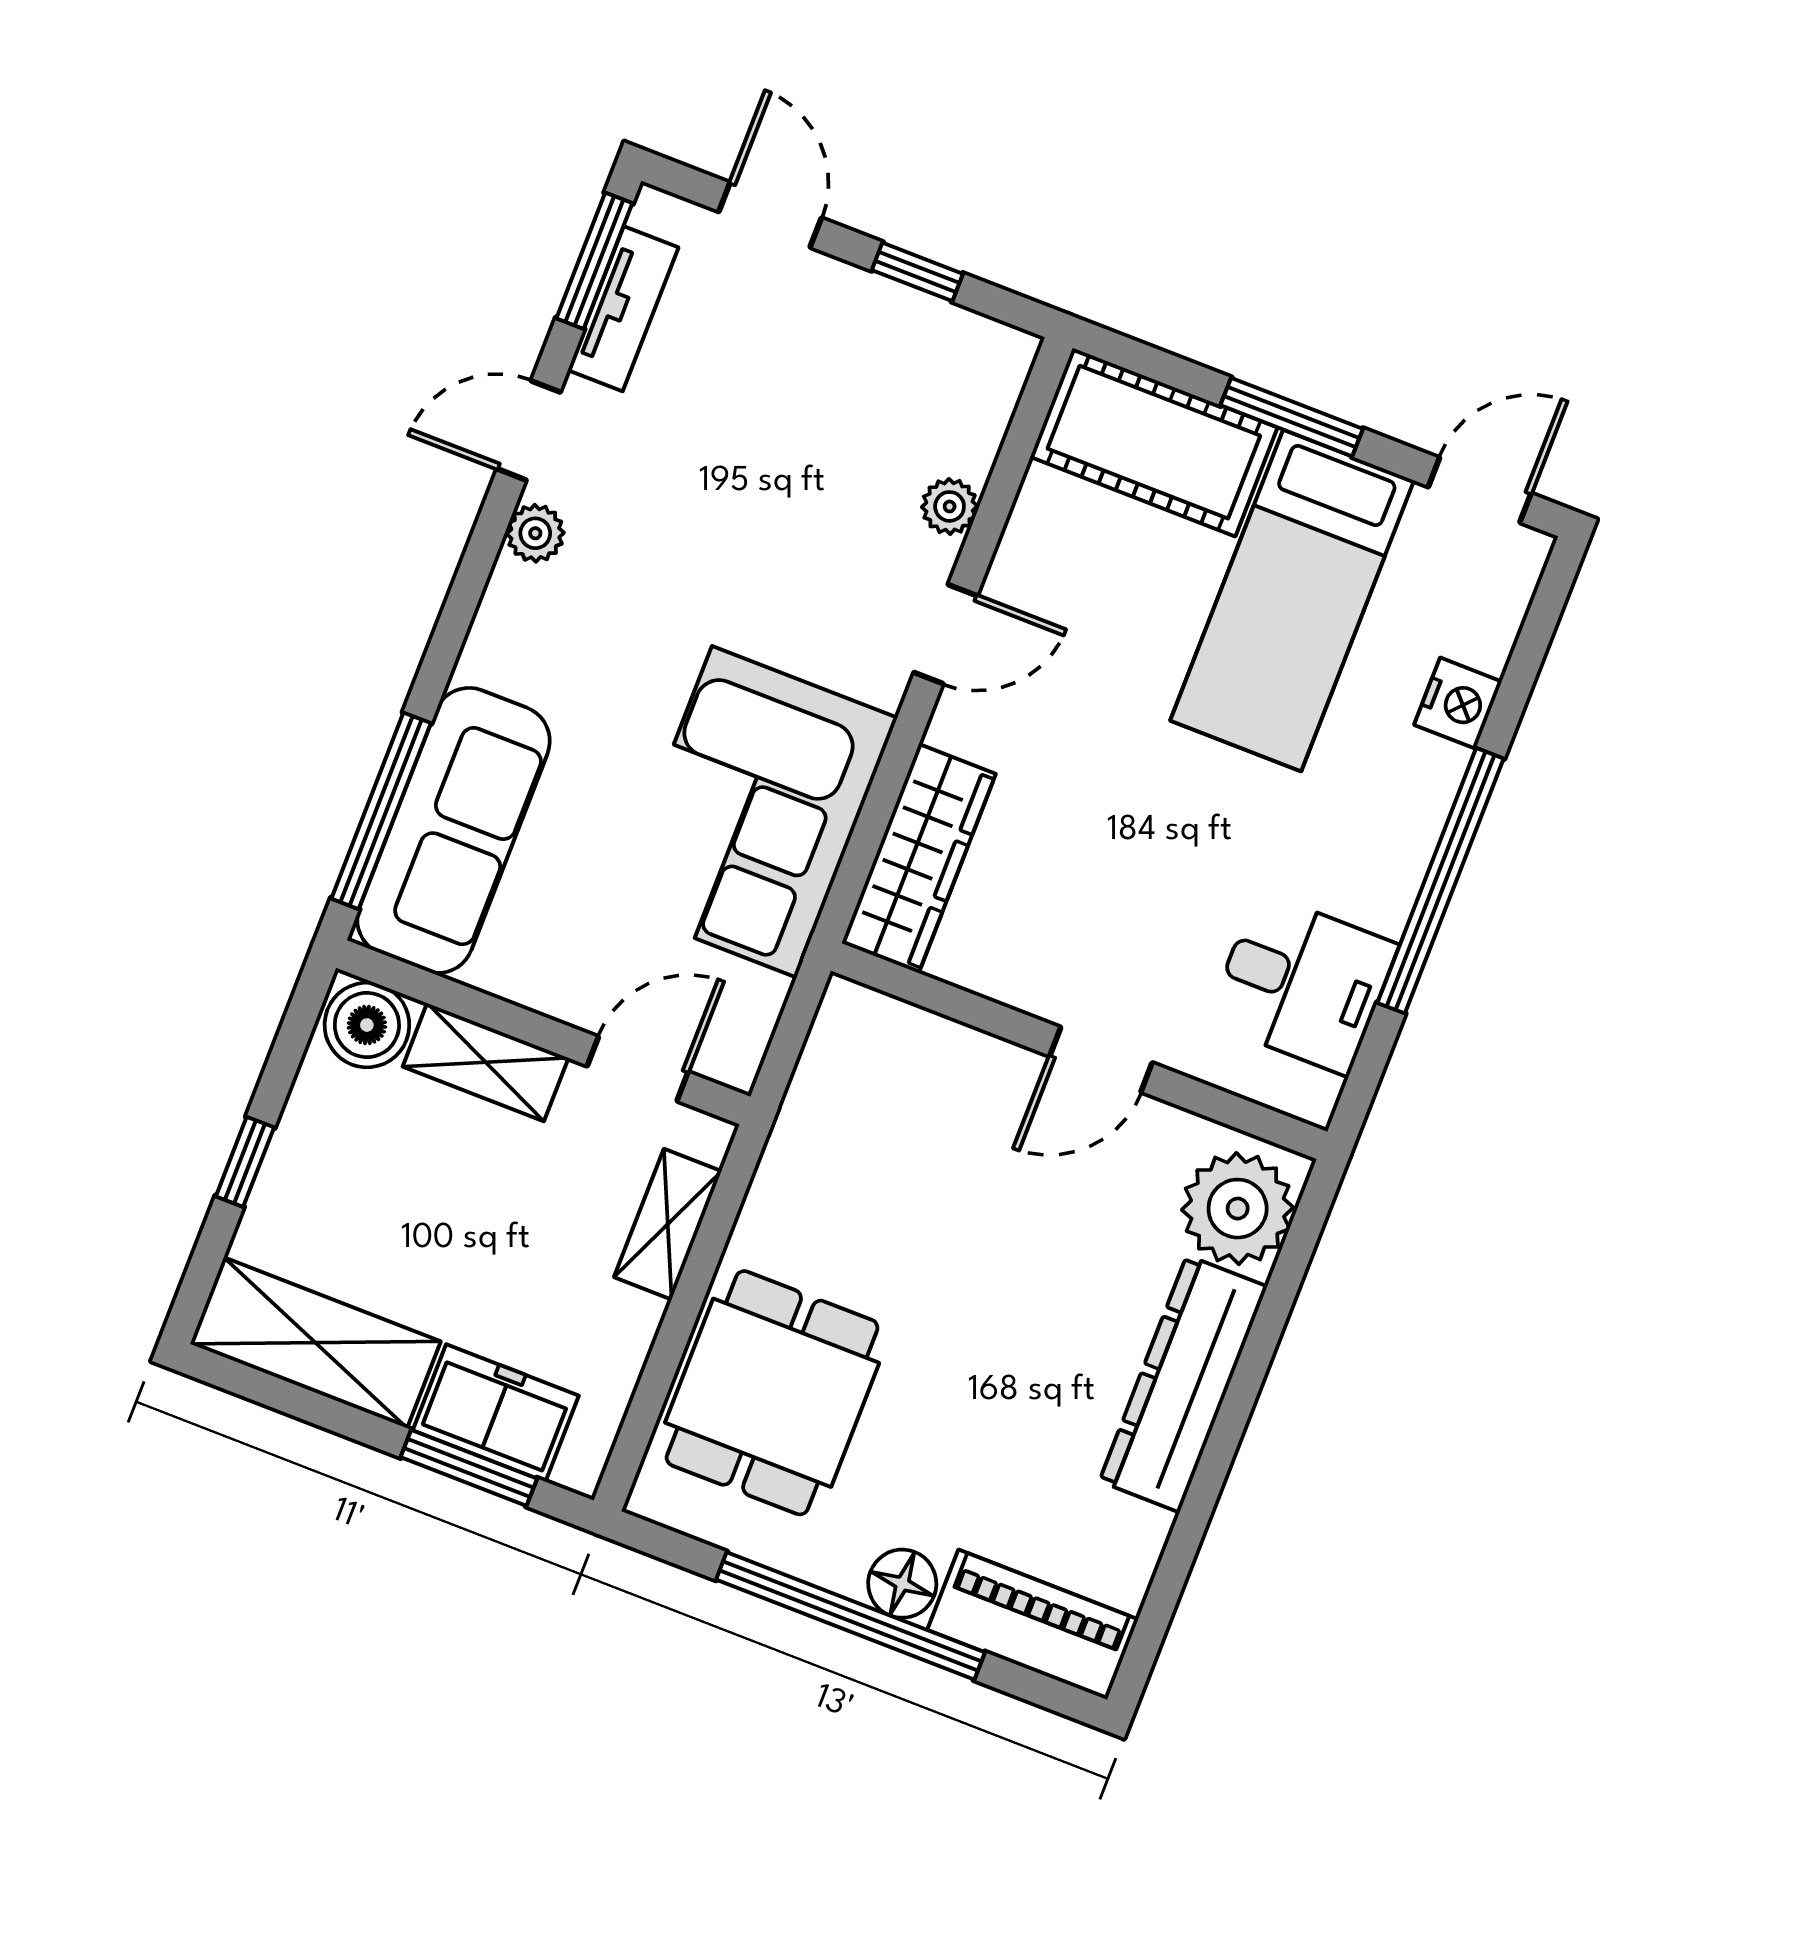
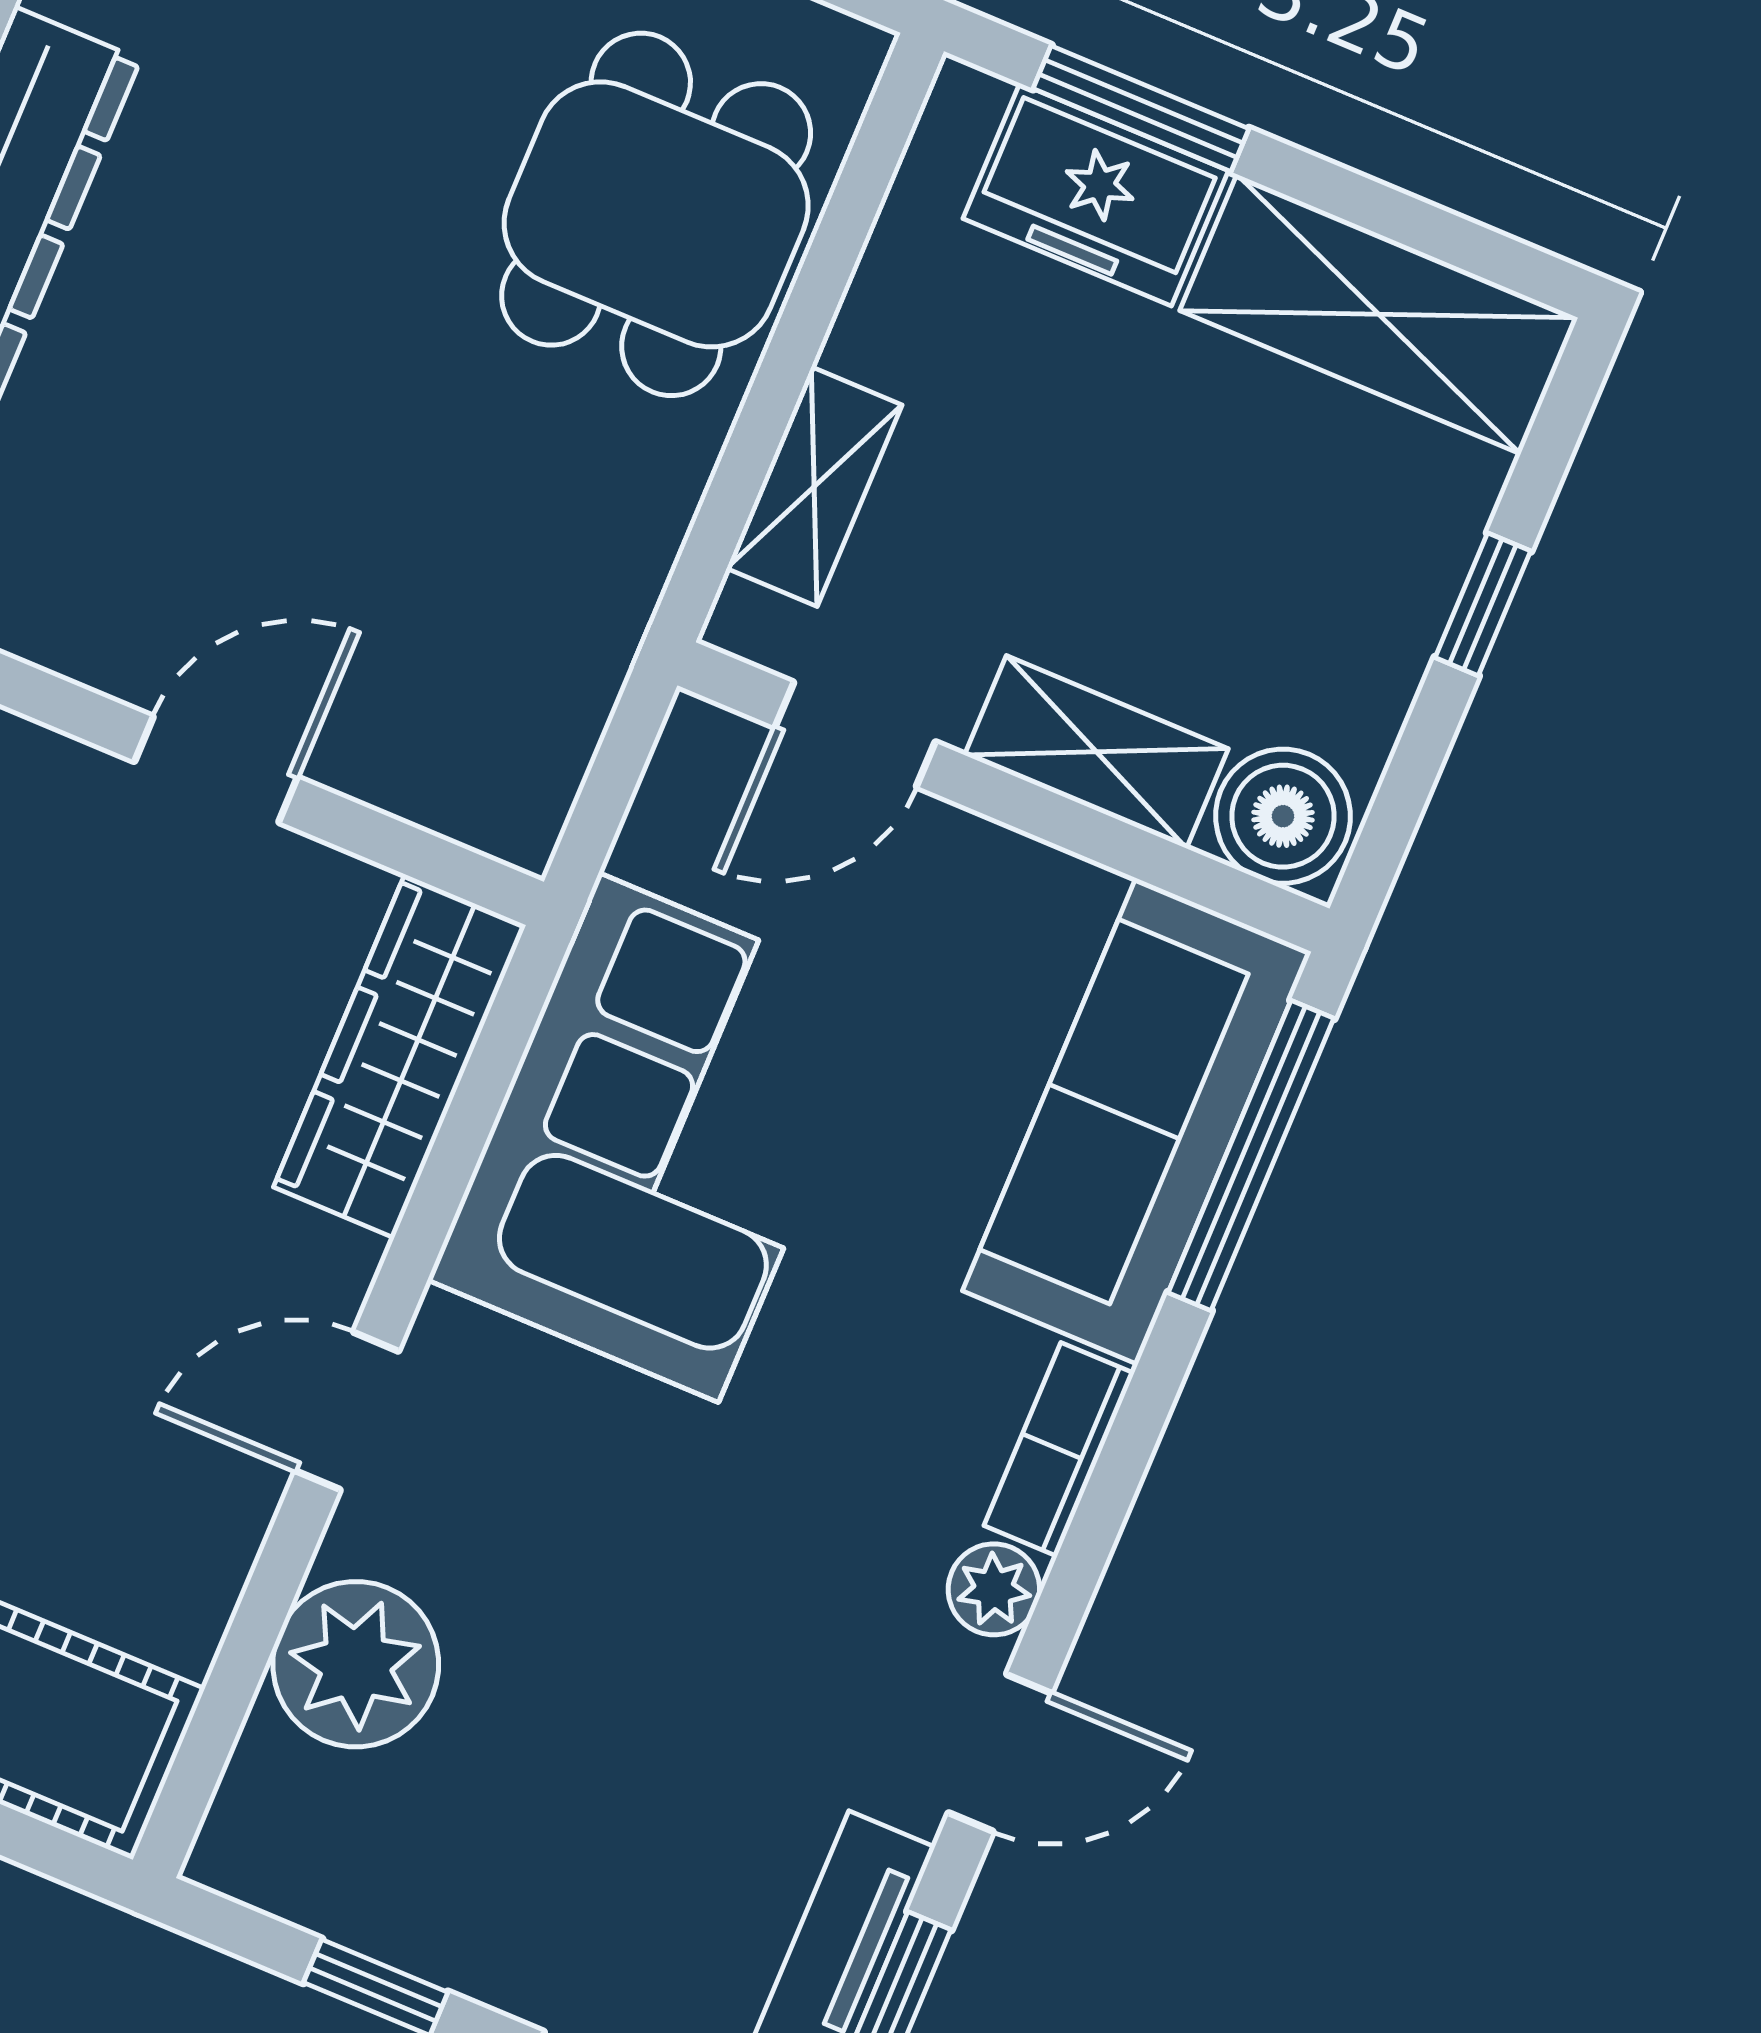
plant: (950, 506) -> (356, 1664), width x1.88, depth x1.88
bookcase: (497, 623) -> (1059, 1449), added
door: (1101, 1060) -> (216, 769), moved

